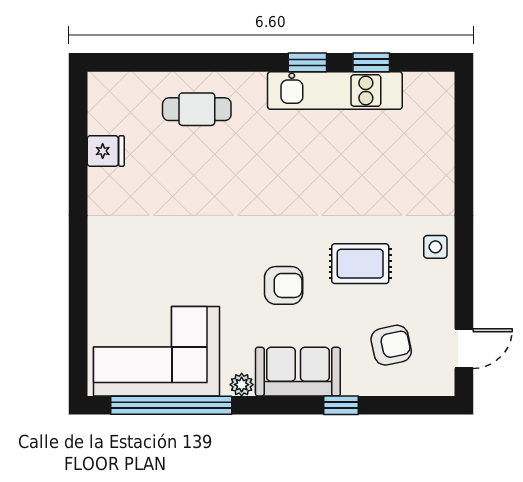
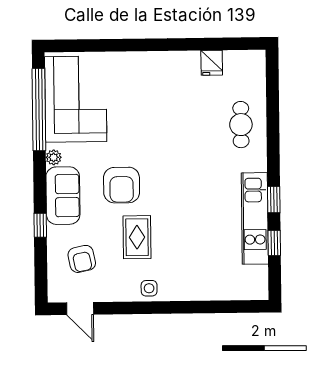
armchair: (284, 285) -> (122, 185), width x1.38, depth x1.38

